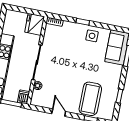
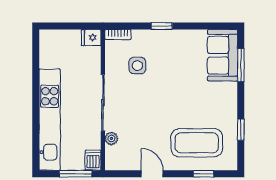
fridge: (35, 24) -> (91, 38), width x0.53, depth x0.75
side table: (92, 36) -> (137, 66), moved
coffee table: (90, 99) -> (197, 143), turned 90

